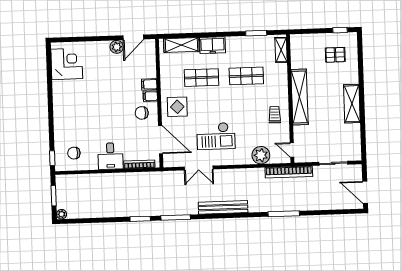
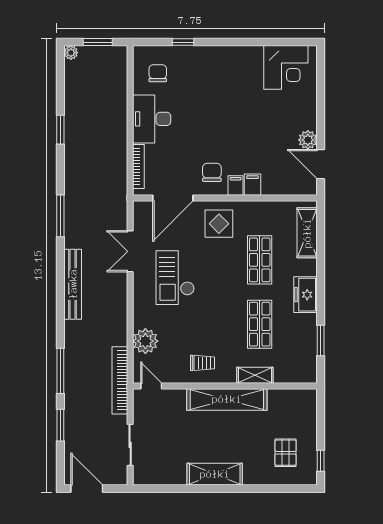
freezer: (213, 45) -> (306, 295), moved
shelving: (281, 50) -> (255, 375), moved
door: (292, 150) -> (151, 386), hinge flipped
desk: (110, 156) -> (152, 119), width x1.37
window: (52, 158) -> (183, 42), moved
door: (365, 192) -> (87, 489), hinge flipped
window: (322, 212) -> (60, 425), added
window: (140, 219) -> (60, 130), moved

